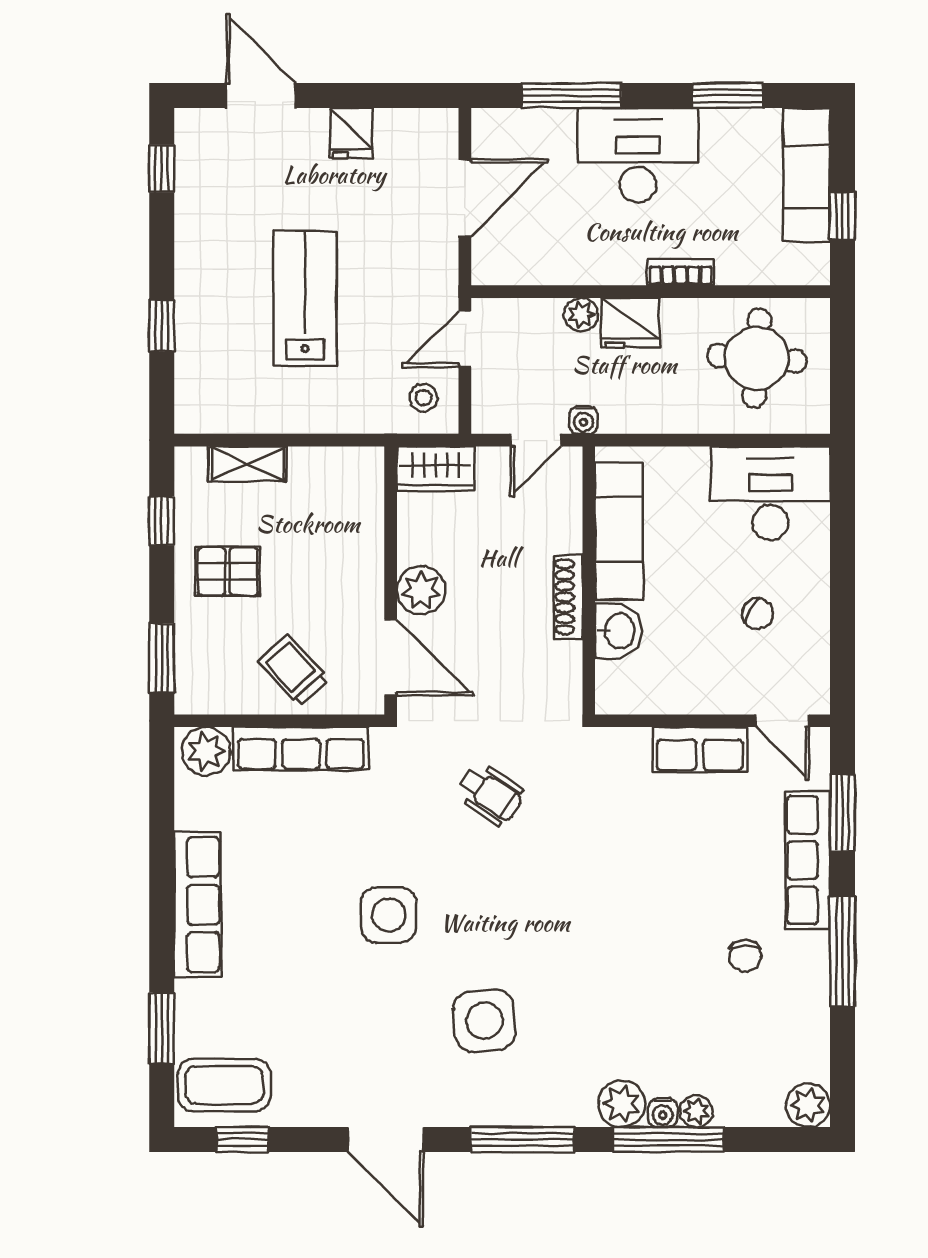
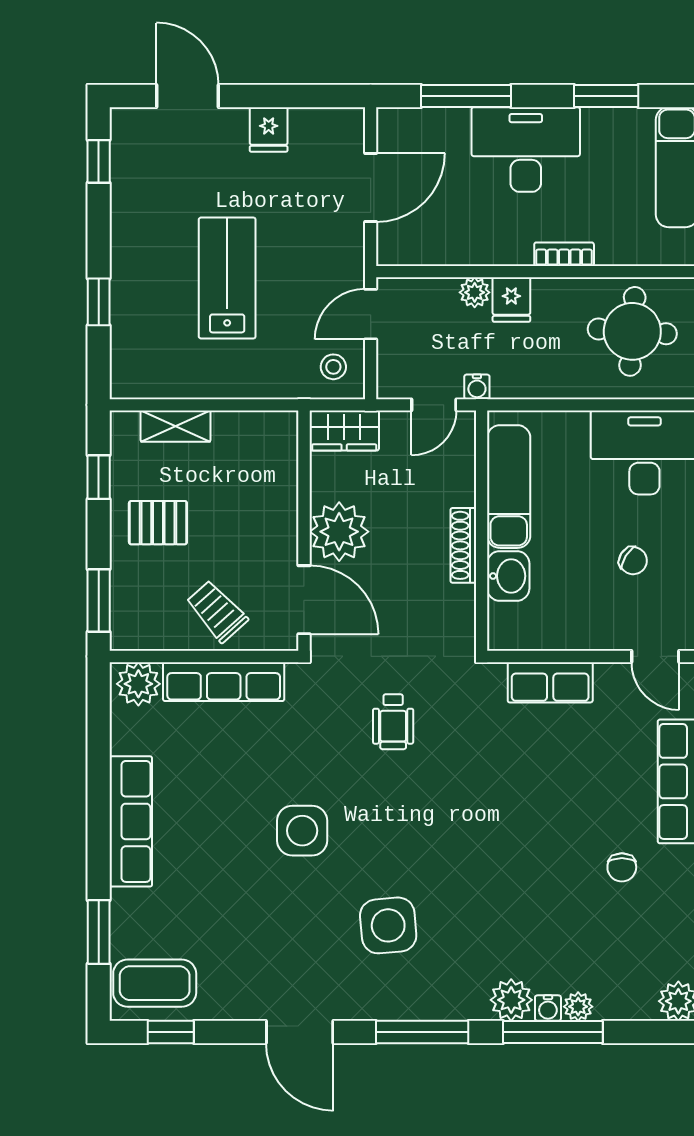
fridge: (630, 323) -> (511, 300), width x0.72
plant: (421, 590) -> (339, 532), width x1.36, depth x1.36
row of seats: (700, 750) -> (550, 682), moved
wheelchair: (490, 794) -> (393, 722), turned 56

